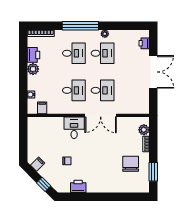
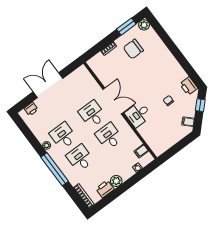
plant: (144, 130) -> (144, 25), moved
printer: (78, 186) -> (189, 86), moved

